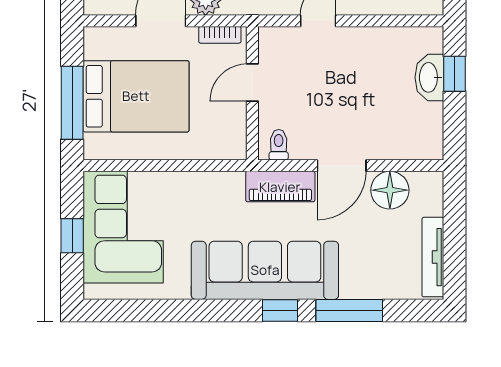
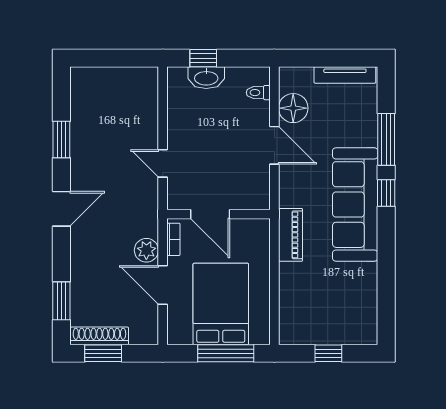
door: (252, 83) -> (210, 214), width x1.38
toilet: (279, 145) -> (258, 93), moved
piano: (280, 187) -> (290, 235), moved
corner sofa: (123, 227) -> (322, 314), removed

